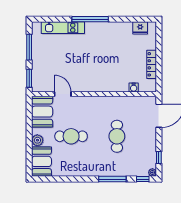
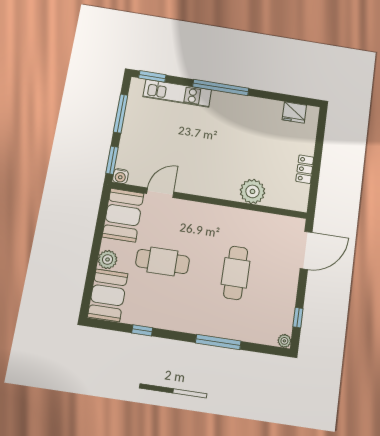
window: (45, 19) -> (152, 76), added
locker: (152, 64) -> (305, 169), width x0.66
plant: (120, 84) -> (253, 191), added
water cooler: (134, 87) -> (120, 176), moved
door: (63, 94) -> (160, 193), hinge flipped
window: (143, 179) -> (142, 330), moved

